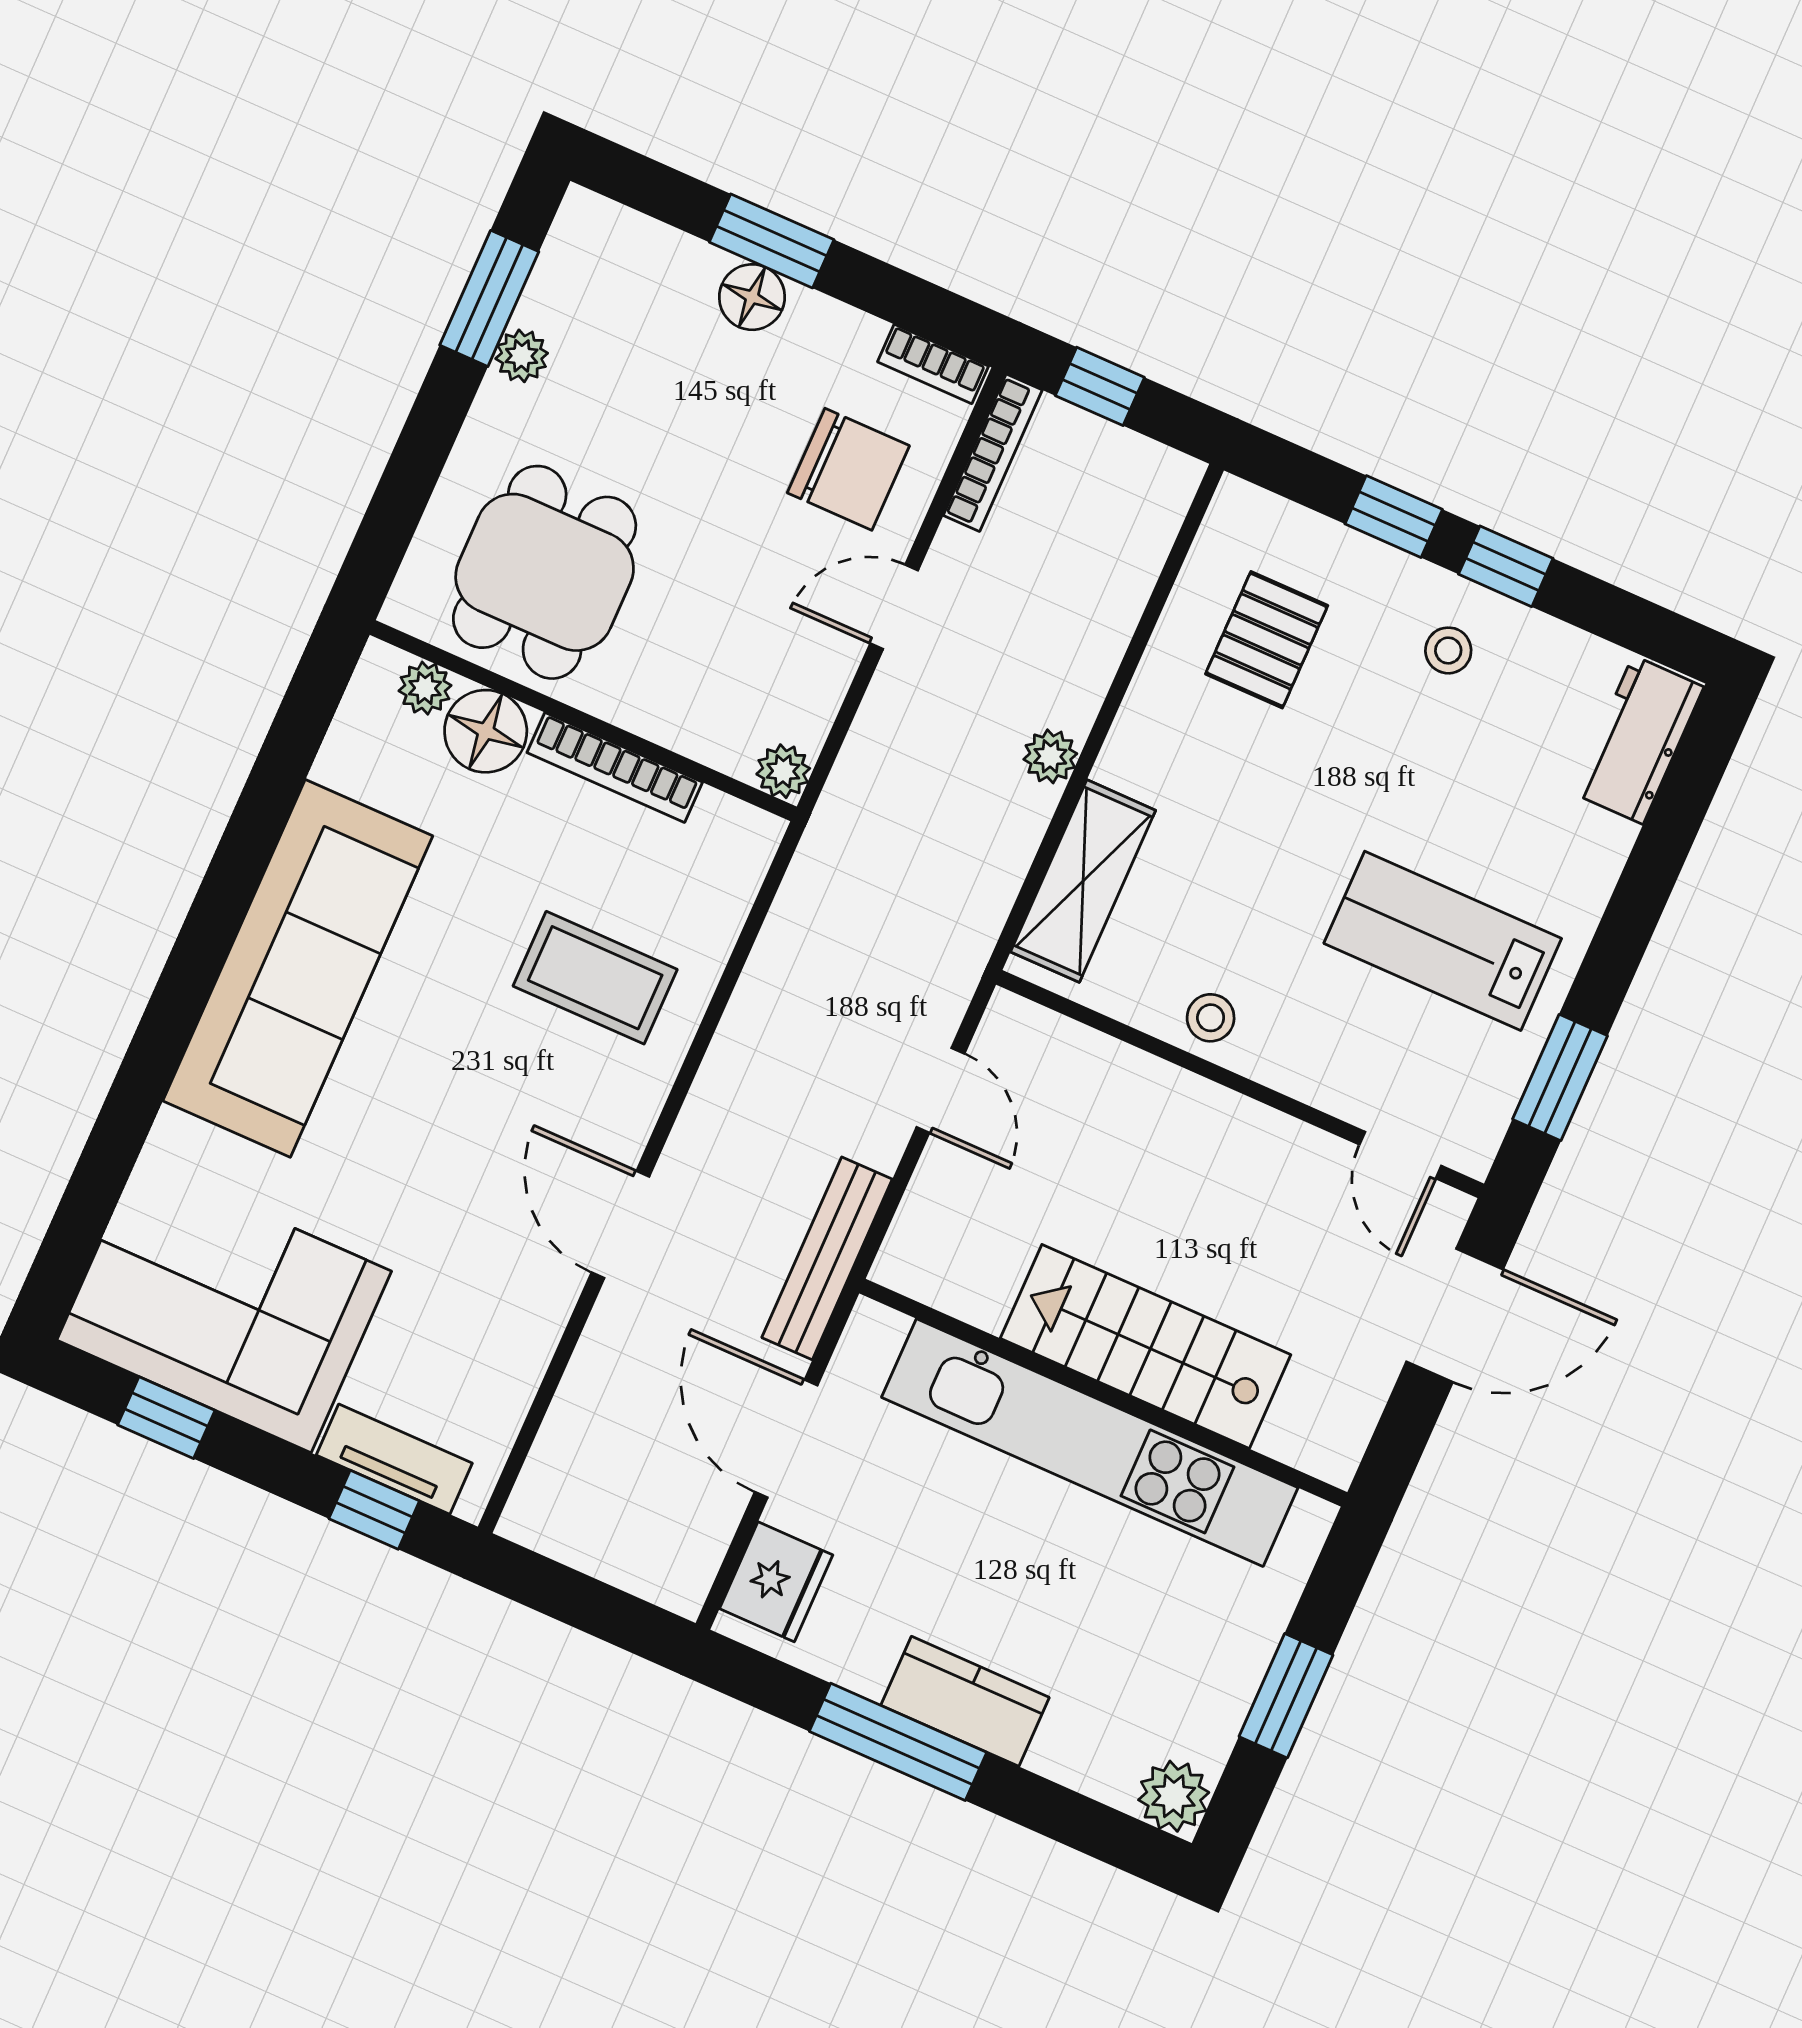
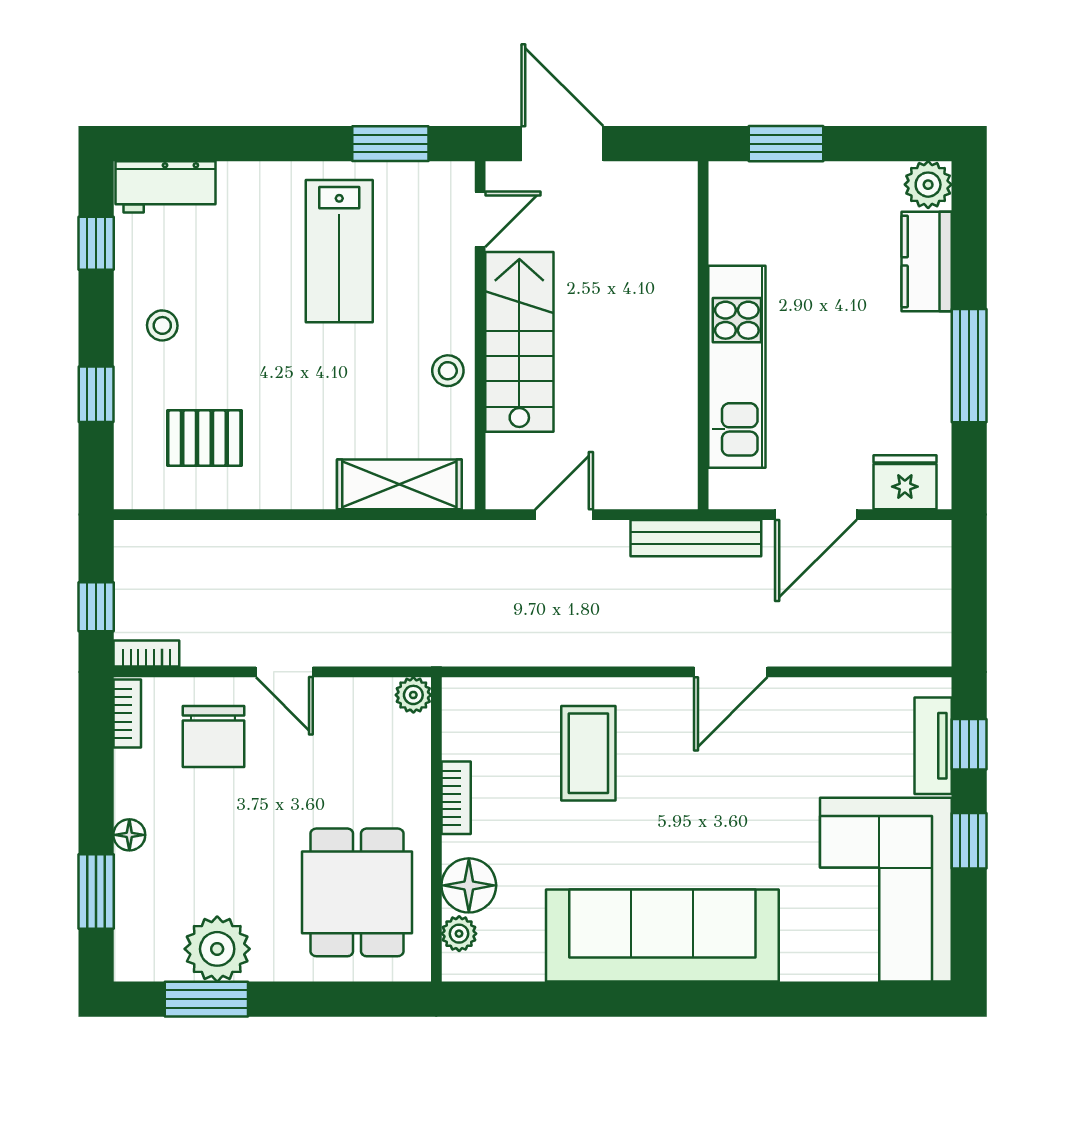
window: (772, 241) -> (96, 891), moved
floor lamp: (752, 297) -> (129, 835), width x0.73, depth x0.73
plant: (522, 356) -> (217, 949), width x1.87, depth x1.87
bookcase: (993, 453) -> (146, 654), width x0.64
chair: (848, 469) -> (213, 736), turned 180
window: (1506, 566) -> (96, 243), moved
dining table: (545, 572) -> (357, 892), turned 90
plant: (1050, 756) -> (333, 538), removed
bookcase: (615, 767) -> (456, 798), width x0.64
stairs: (1146, 1347) -> (519, 342), moved, turned 180
window: (166, 1418) -> (969, 841), moved
kitchen unit: (1090, 1443) -> (737, 367), width x0.73
window: (1286, 1696) -> (786, 144), moved
kitchen counter: (965, 1701) -> (927, 261), moved

